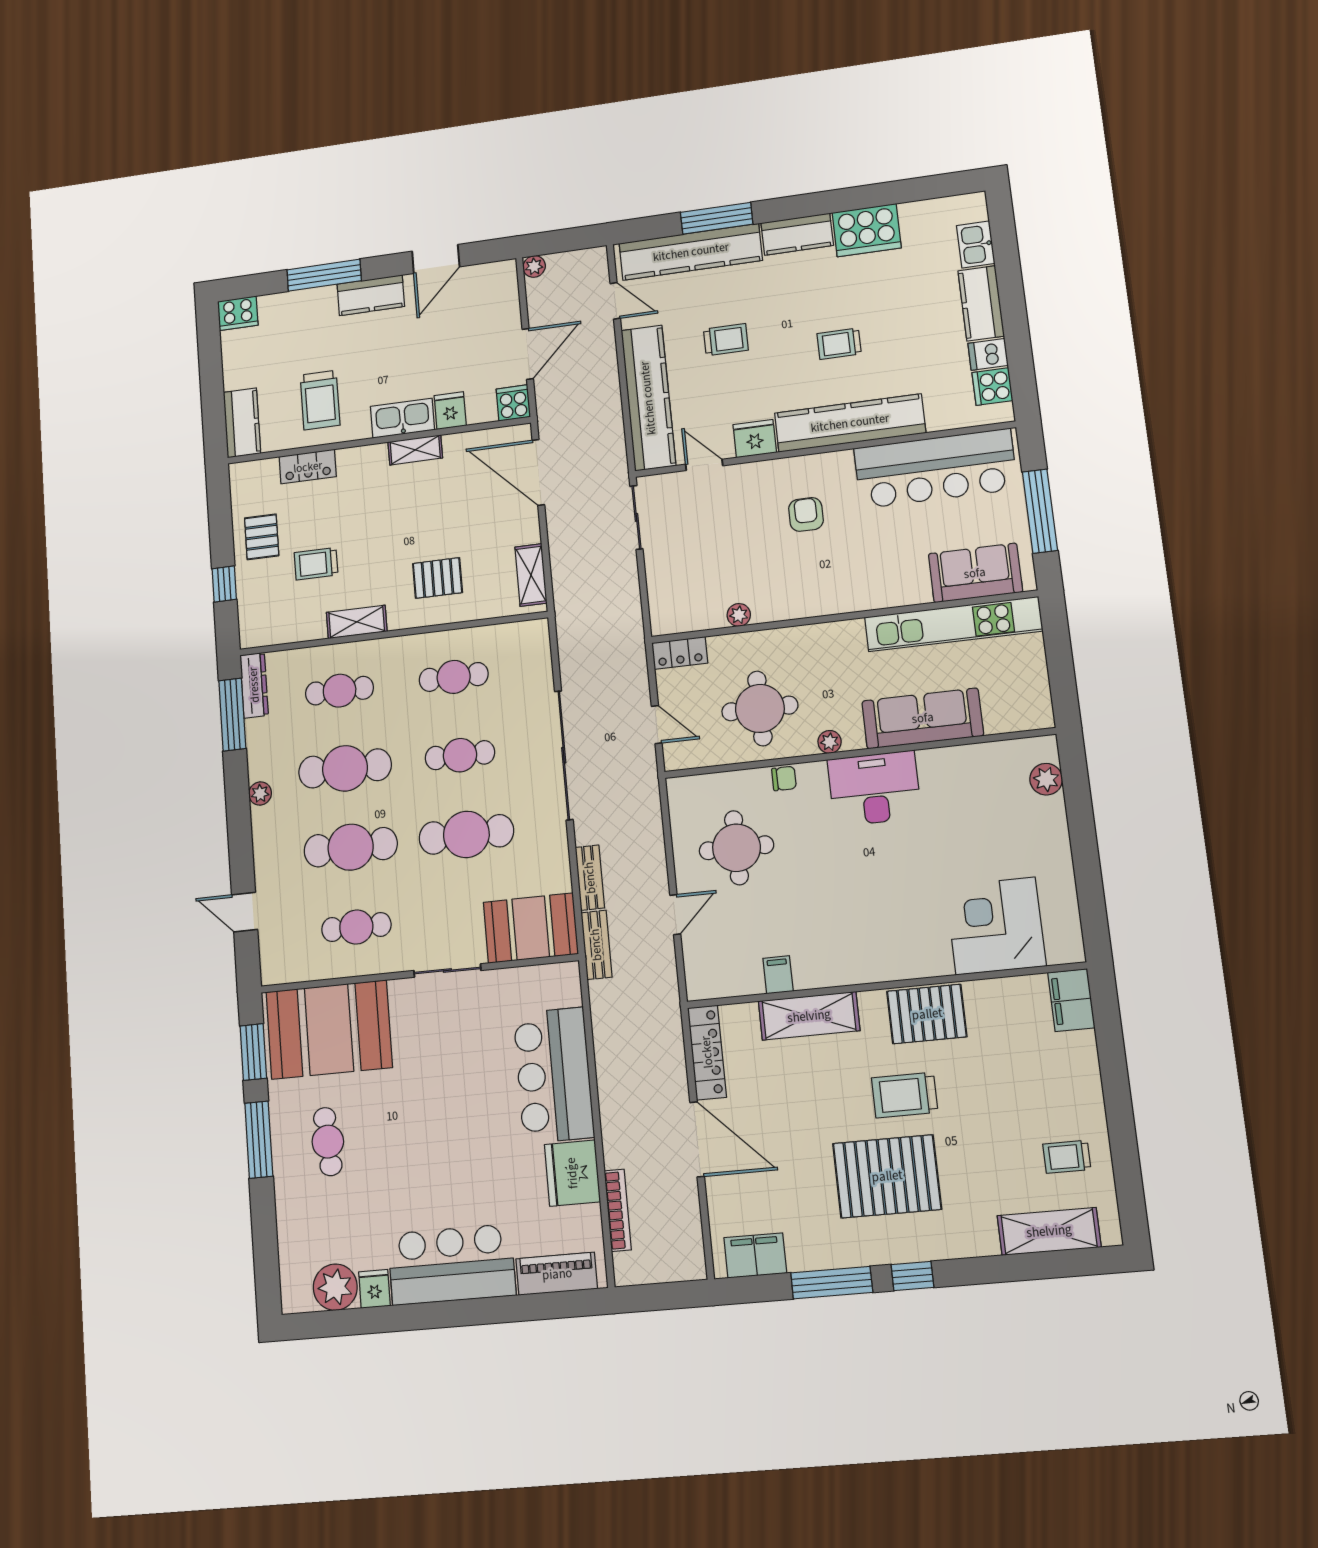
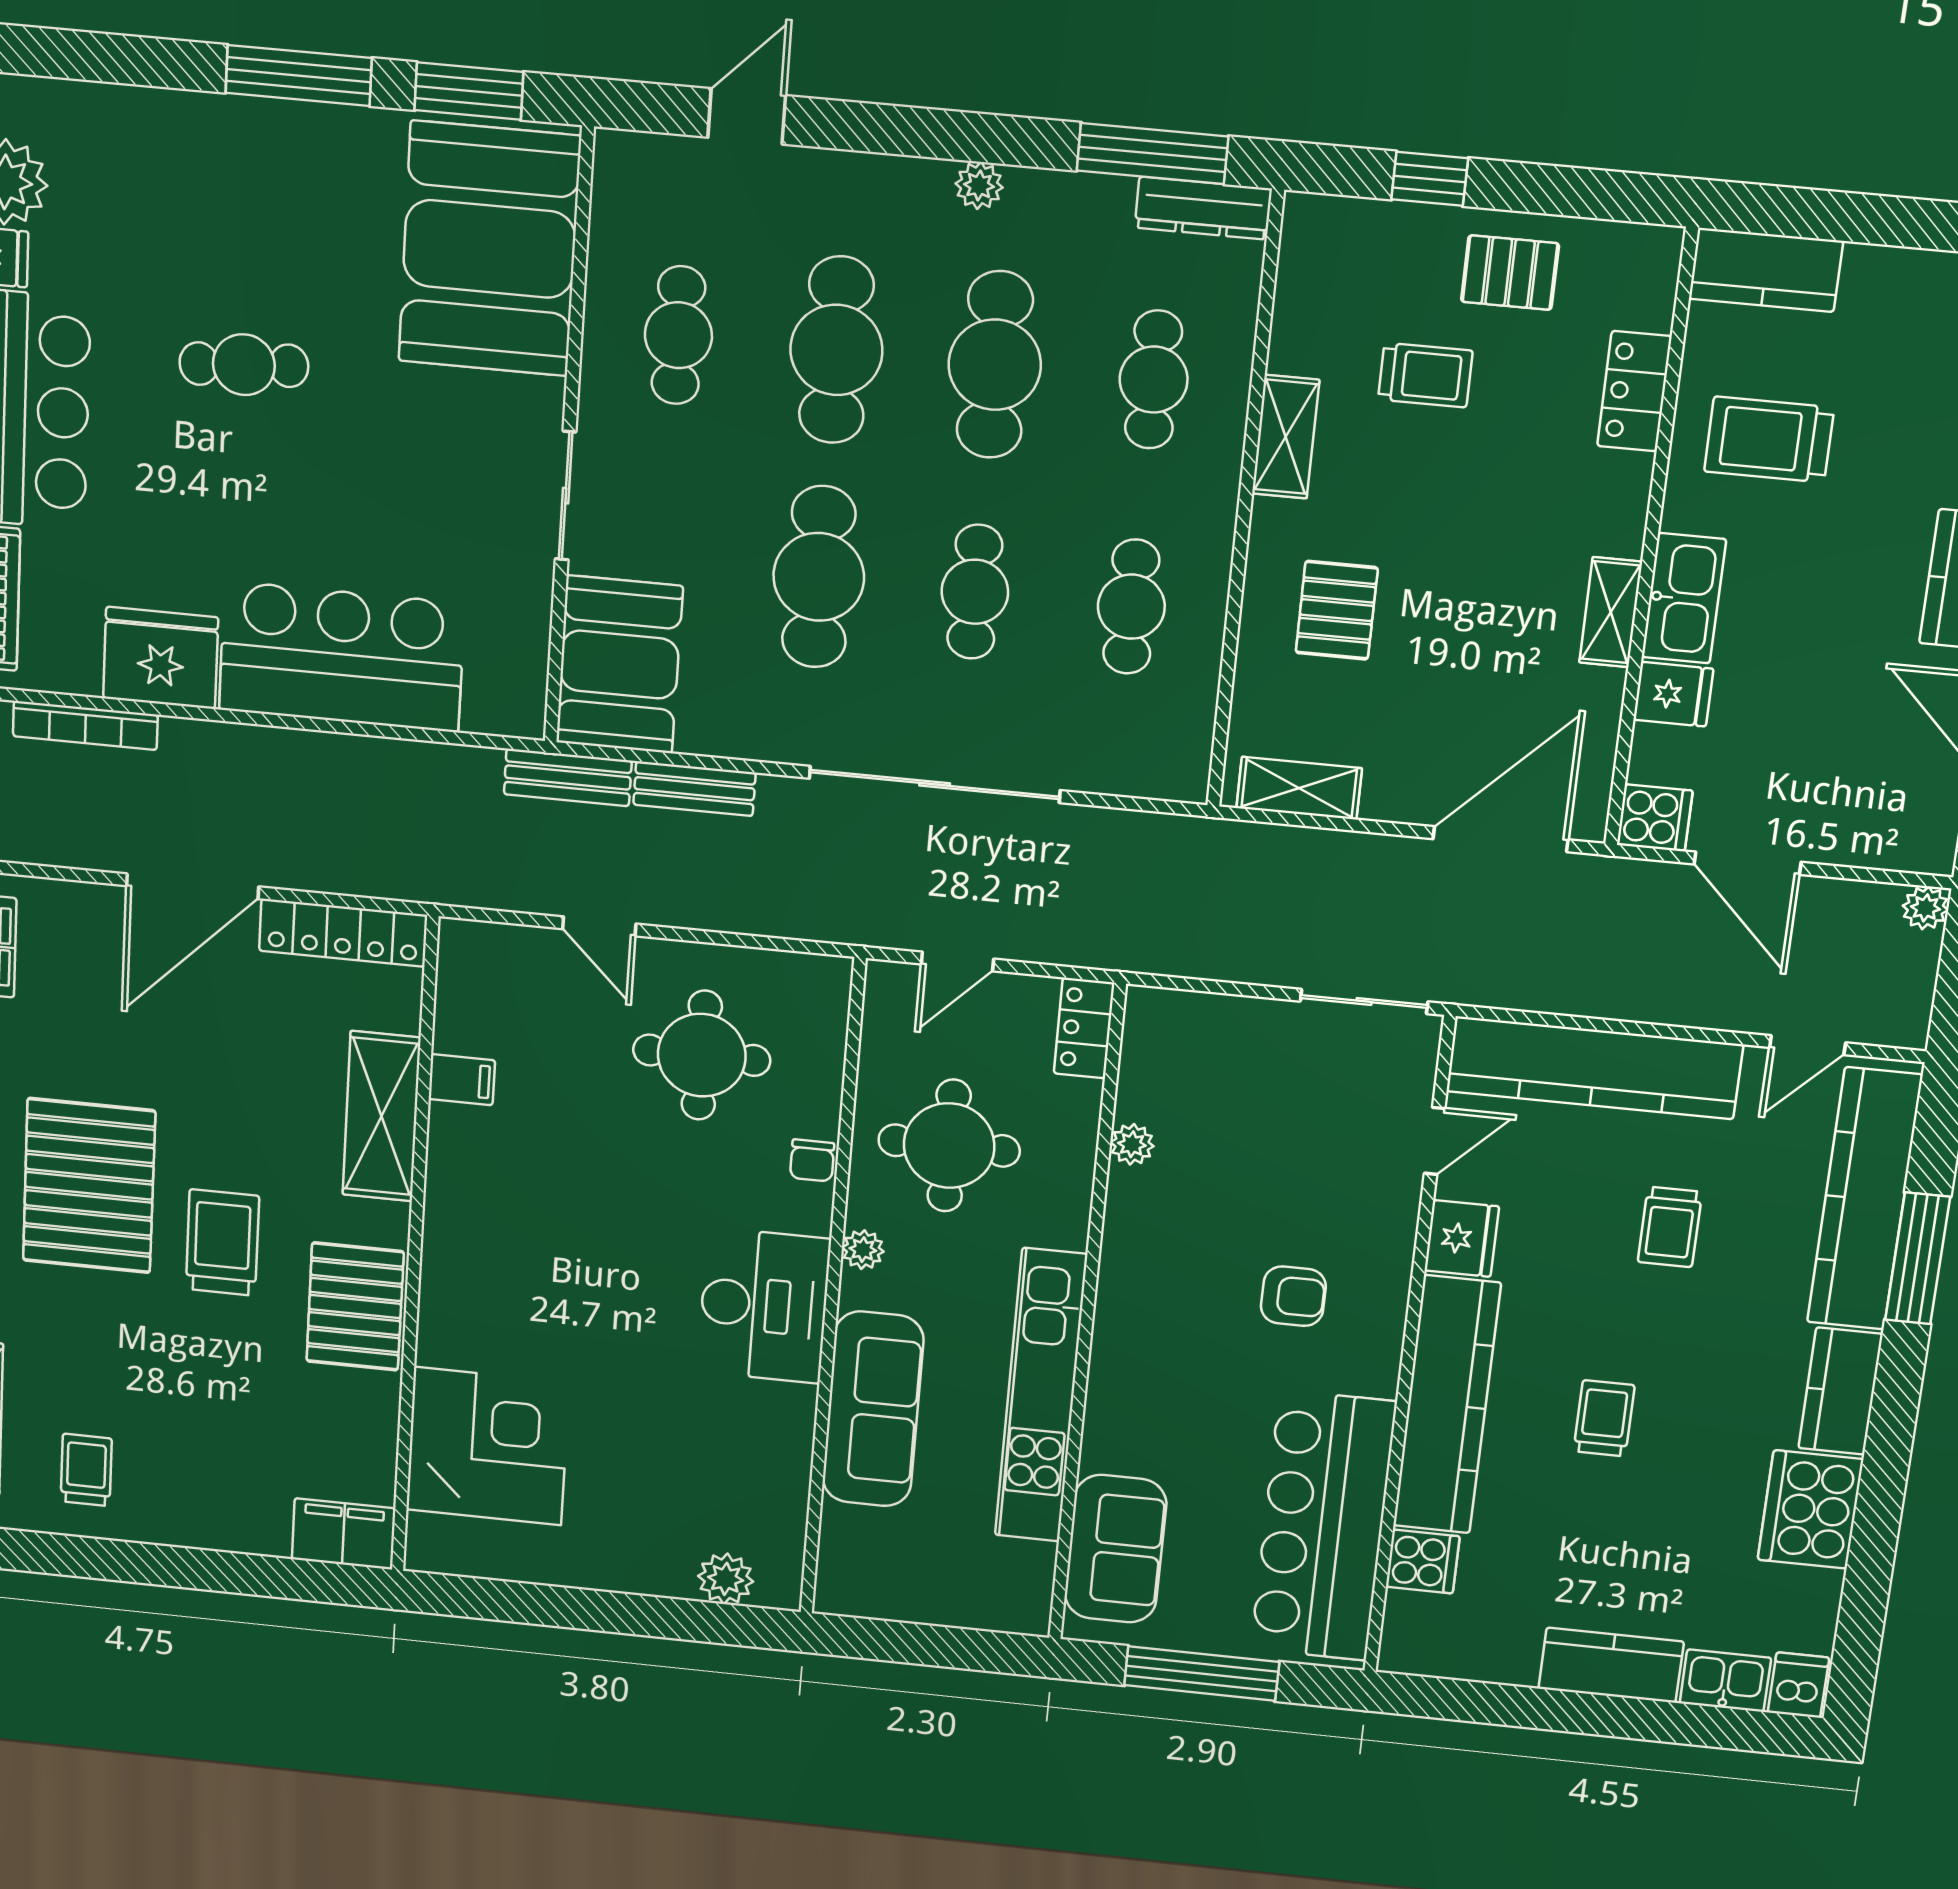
dishwasher: (988, 354) -> (1798, 1685), moved
cooker: (992, 387) -> (1423, 1562), moved, turned 90
trolley: (316, 564) -> (1425, 375), turned 90
kitchen unit: (953, 624) -> (1041, 1396), moved
cafe table: (328, 1142) -> (244, 365), moved

